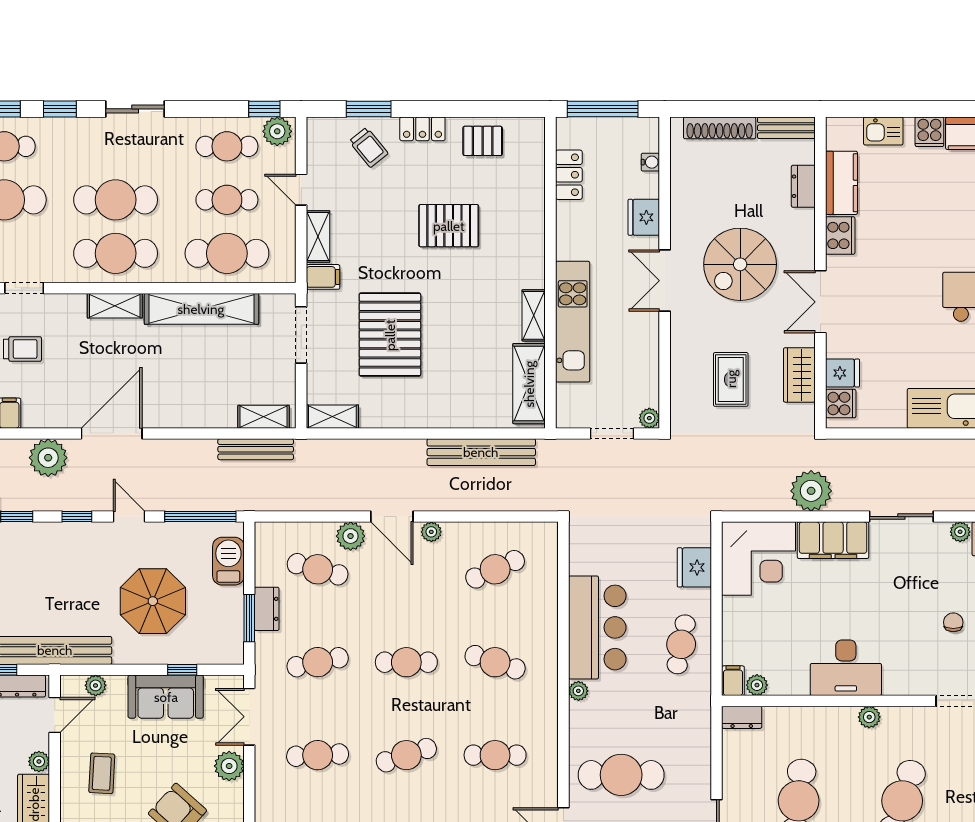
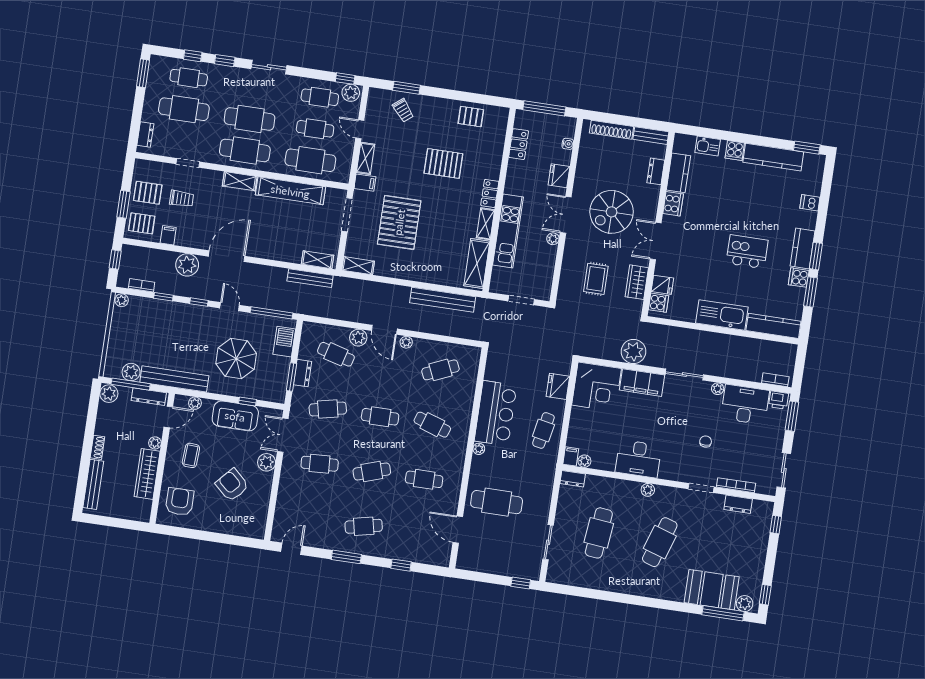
locker: (422, 129) -> (490, 193), moved, turned 90
plant: (649, 418) -> (553, 239), moved

